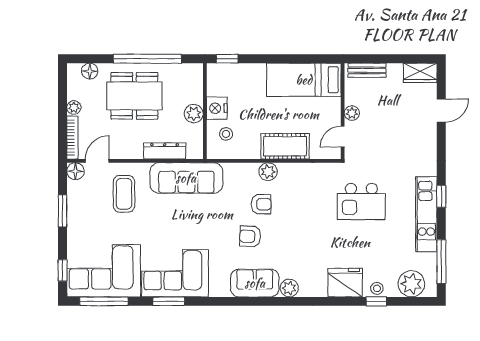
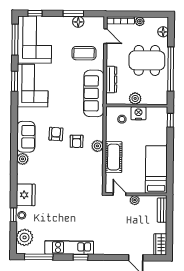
dining table: (134, 96) -> (147, 60), turned 90
floor lamp: (75, 171) -> (78, 22), moved
kitchen island: (361, 201) -> (78, 206), removed

